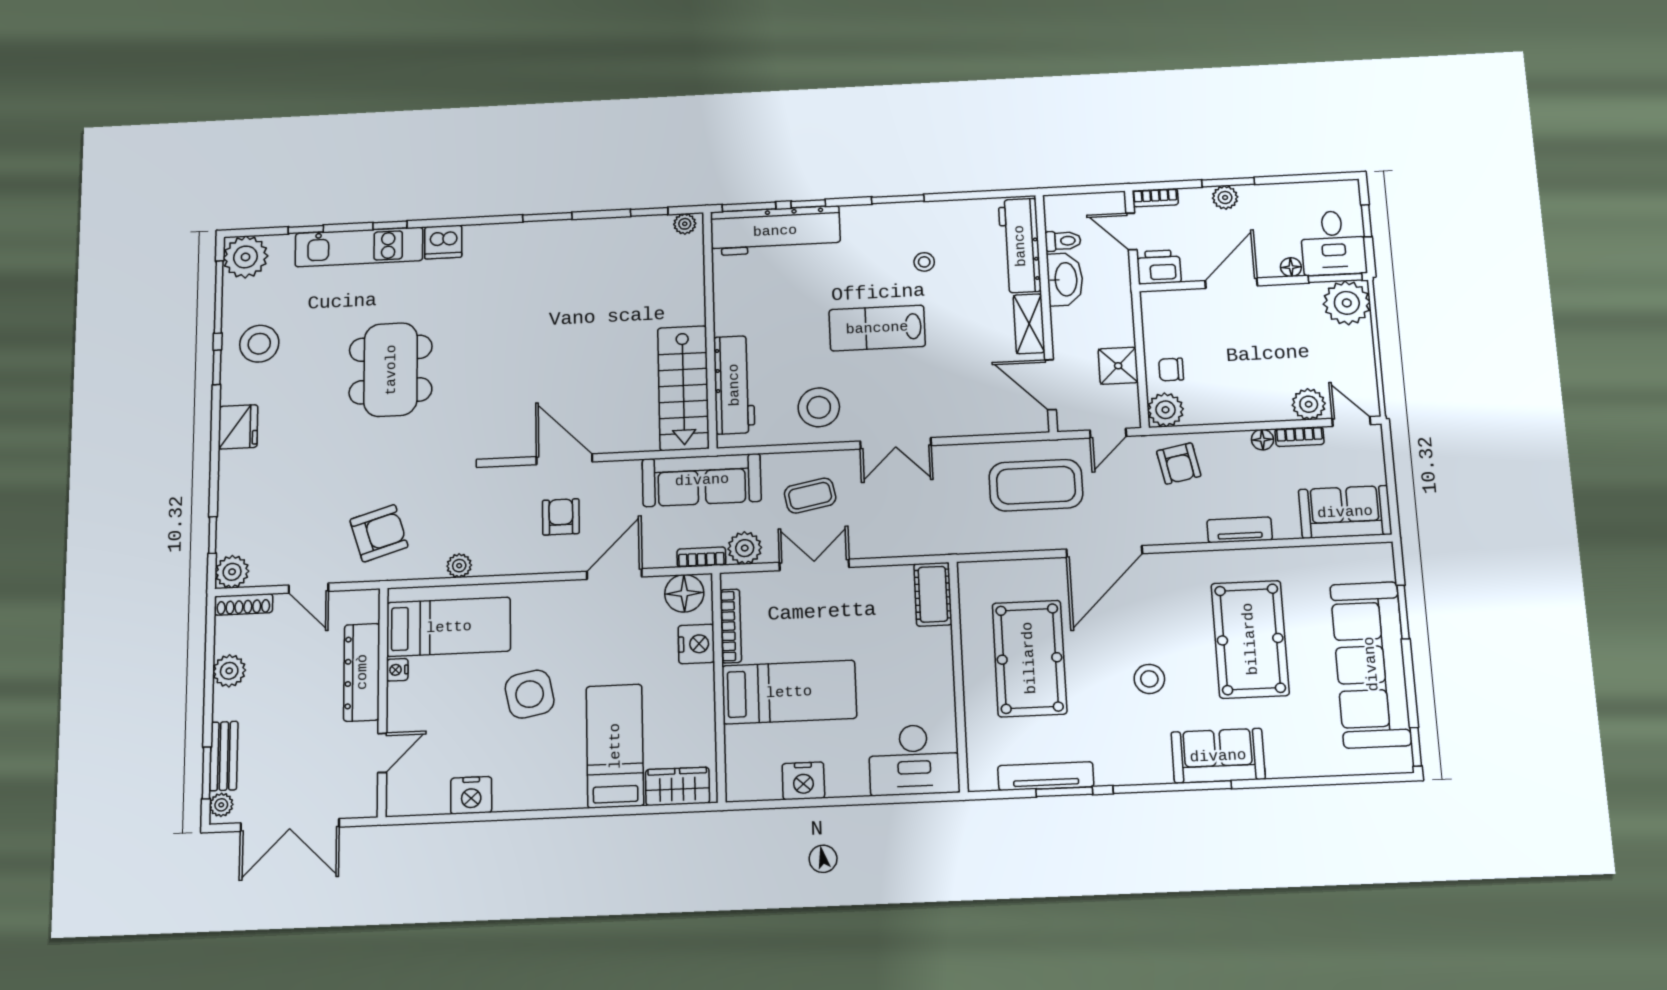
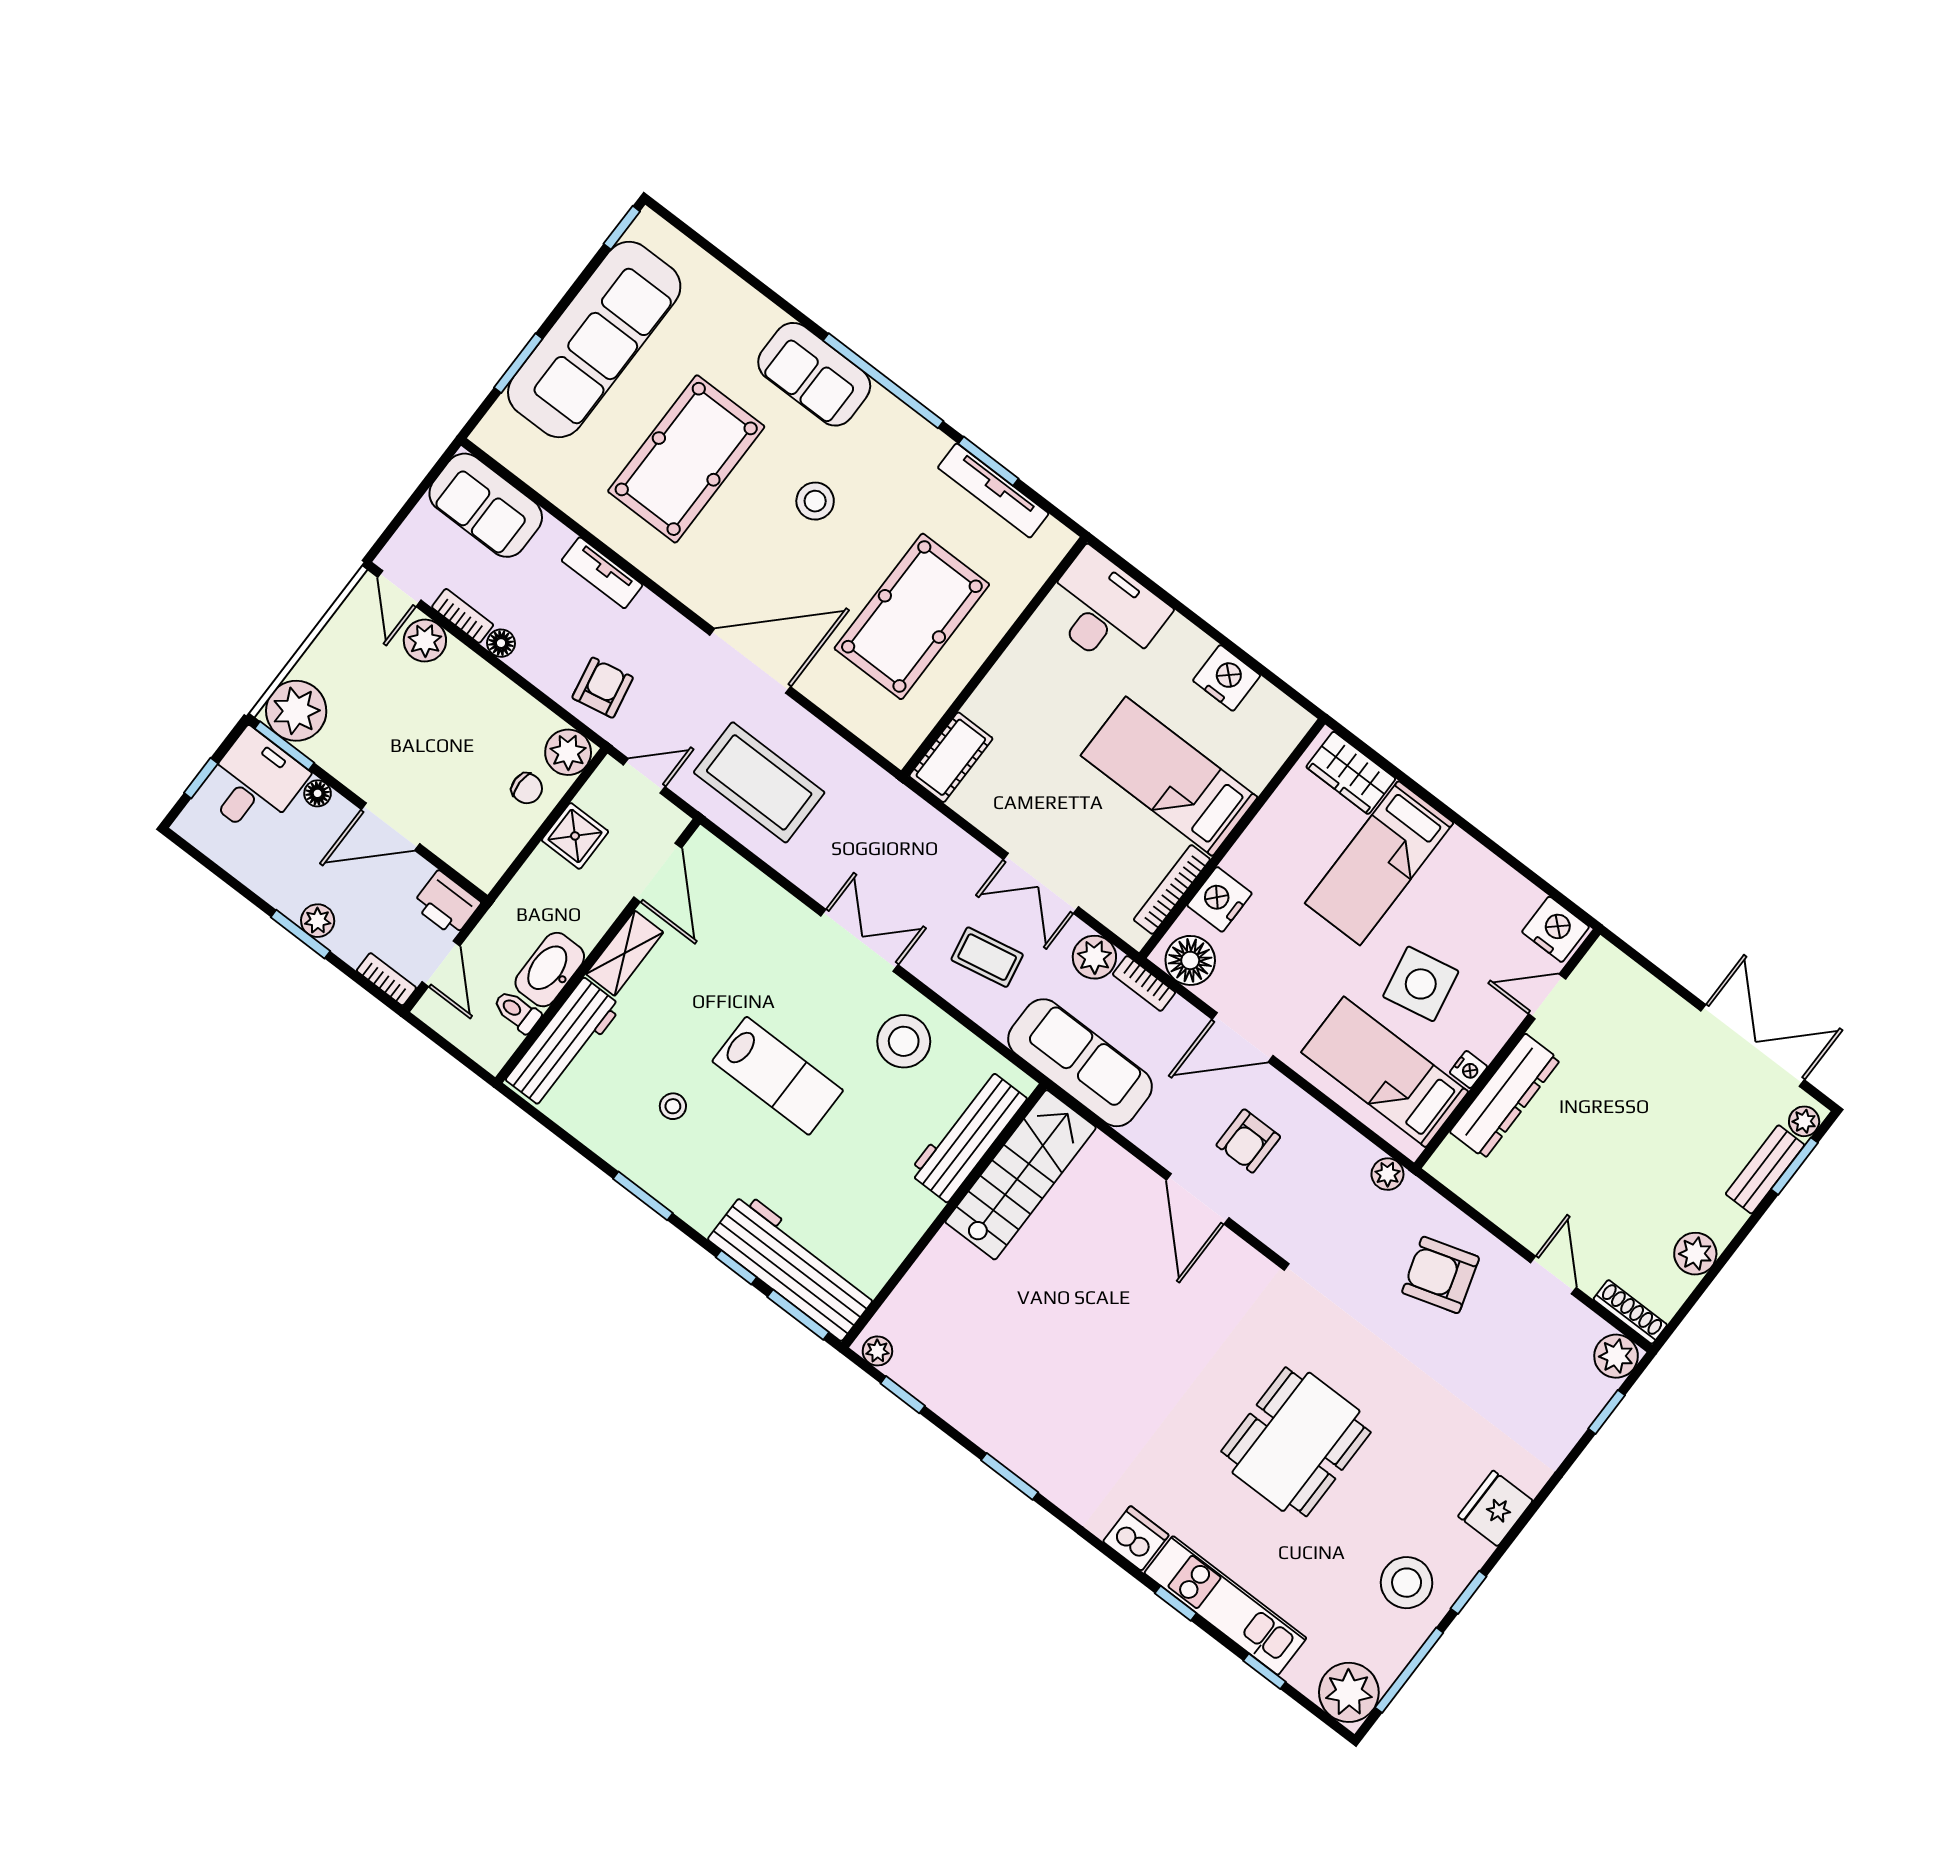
bed: (449, 627) -> (1385, 1072), moved
nightstand: (397, 670) -> (1468, 1070), moved
dresser: (362, 672) -> (1505, 1096), moved
wall: (383, 701) -> (1507, 1049), moved
door: (382, 753) -> (1547, 997), moved

